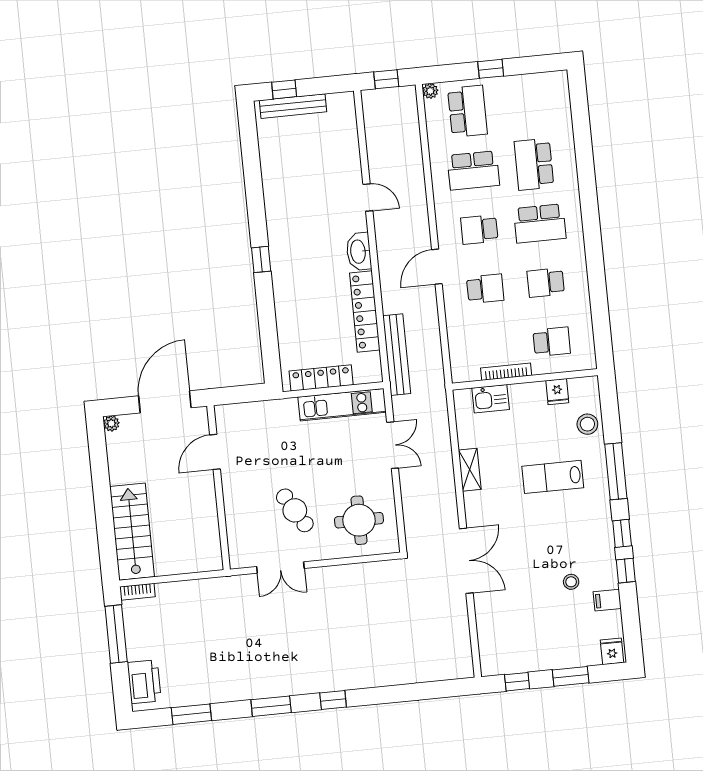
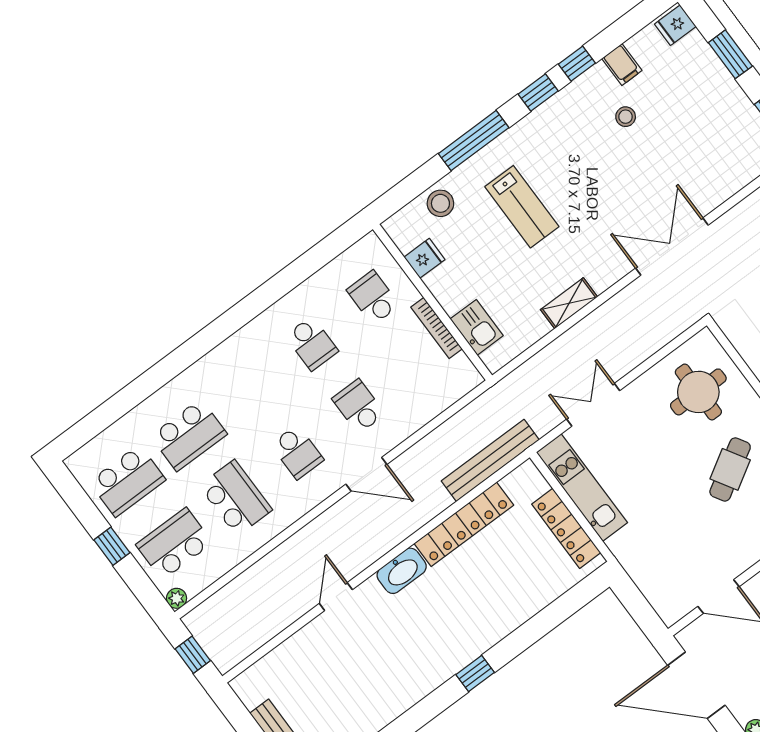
school desk: (540, 223) -> (127, 481), moved, turned 90

